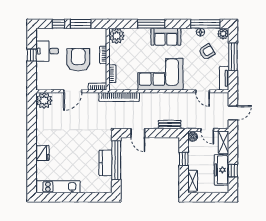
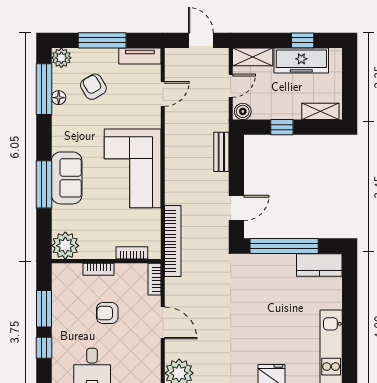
sofa: (166, 37) -> (67, 178), moved
armchair: (78, 60) -> (107, 313), width x0.53, depth x0.53
kitchen counter: (106, 163) -> (319, 265), moved

